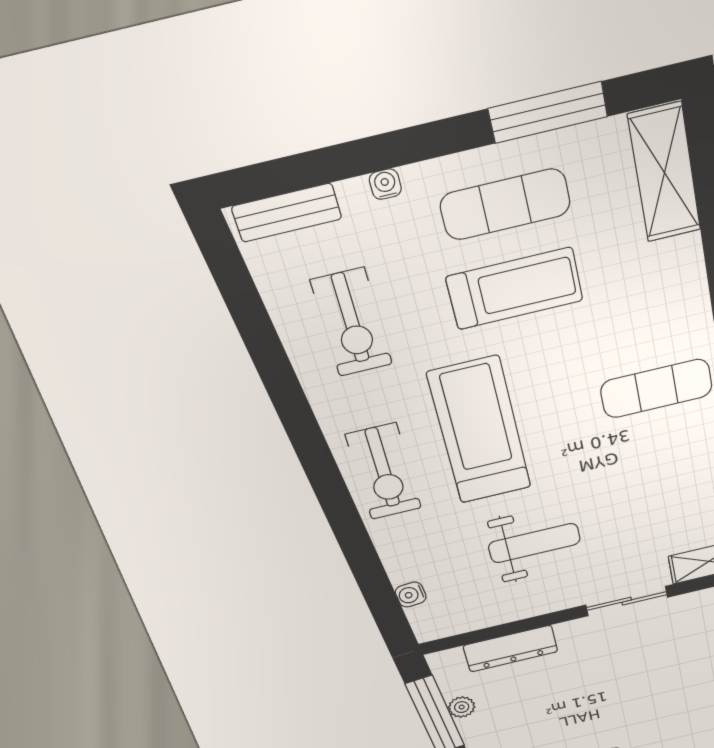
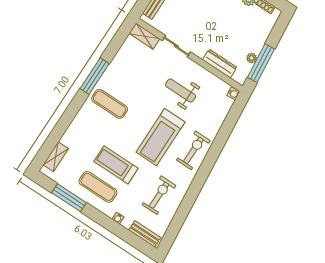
shelving: (664, 173) -> (56, 157), width x0.67, depth x0.75
water cooler: (411, 595) -> (233, 94), moved

